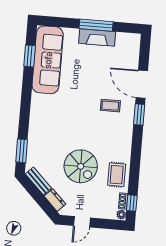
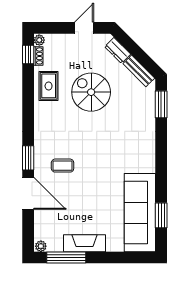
window: (96, 25) -> (66, 258), moved
plant: (135, 38) -> (41, 246), added

